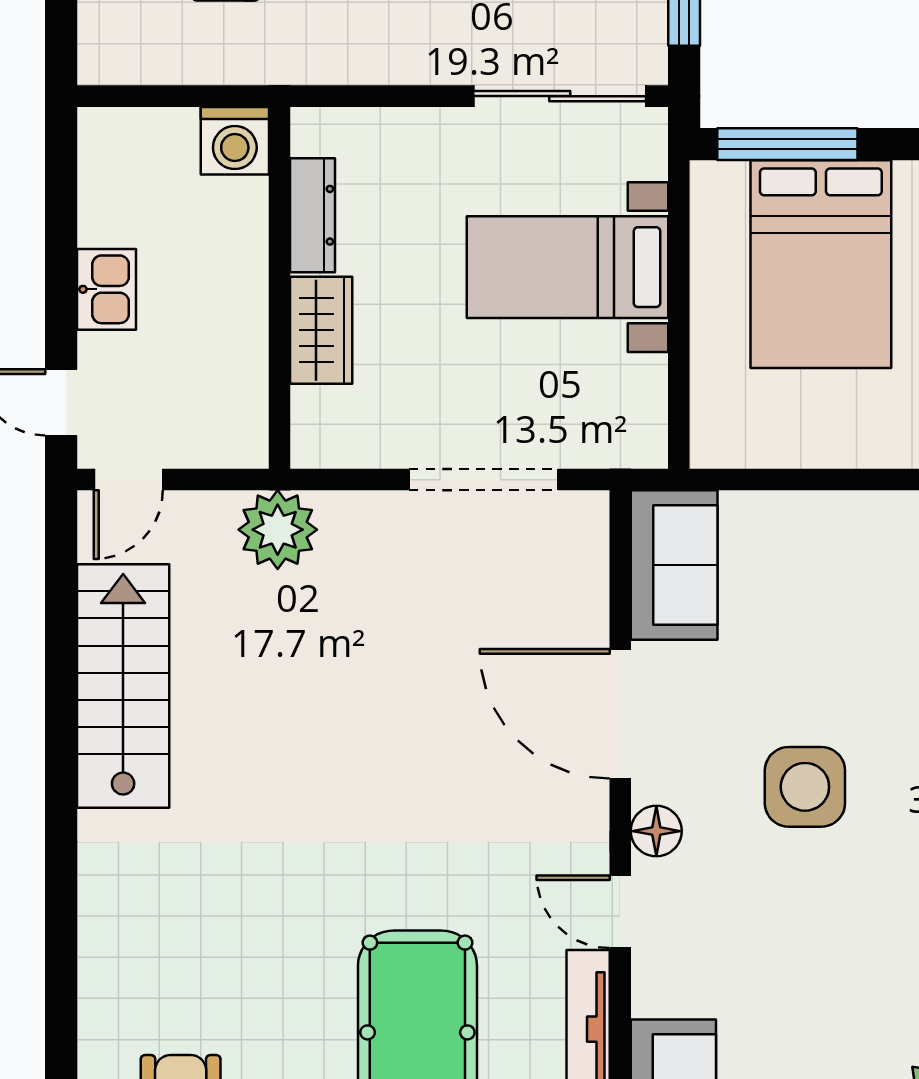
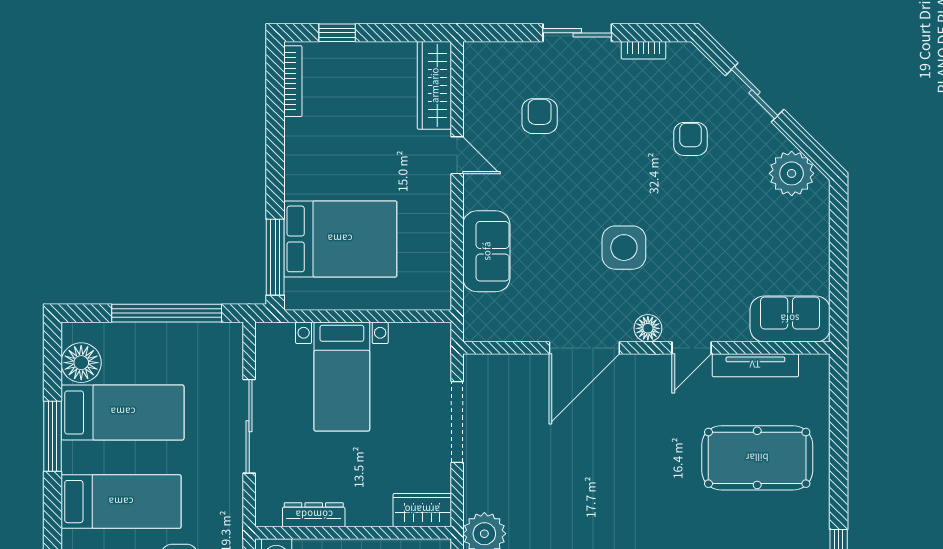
sliding door: (560, 96) -> (249, 426), moved
wardrobe: (321, 330) -> (422, 510), moved
sofa: (674, 565) -> (486, 251), moved, turned 90

